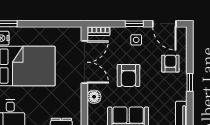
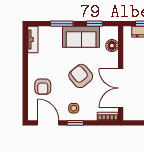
armchair: (128, 75) -> (81, 76), turned -40
window: (190, 82) -> (25, 70), removed
floor lamp: (94, 97) -> (112, 46), moved

